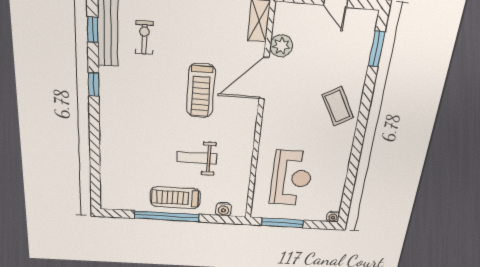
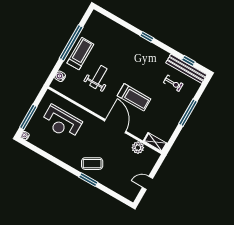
window: (377, 49) -> (88, 180), moved
door: (264, 78) -> (115, 126), moved
window: (94, 85) -> (147, 37), moved
treadmill: (201, 91) -> (134, 97), turned 180
window: (282, 223) -> (28, 117), moved

